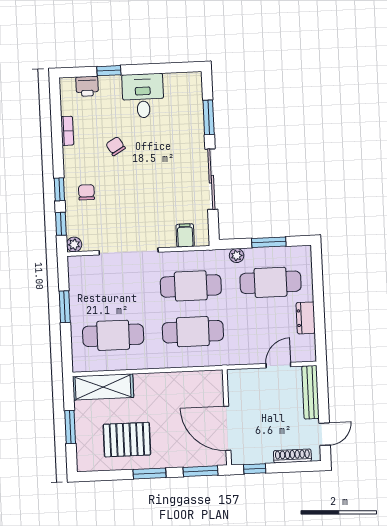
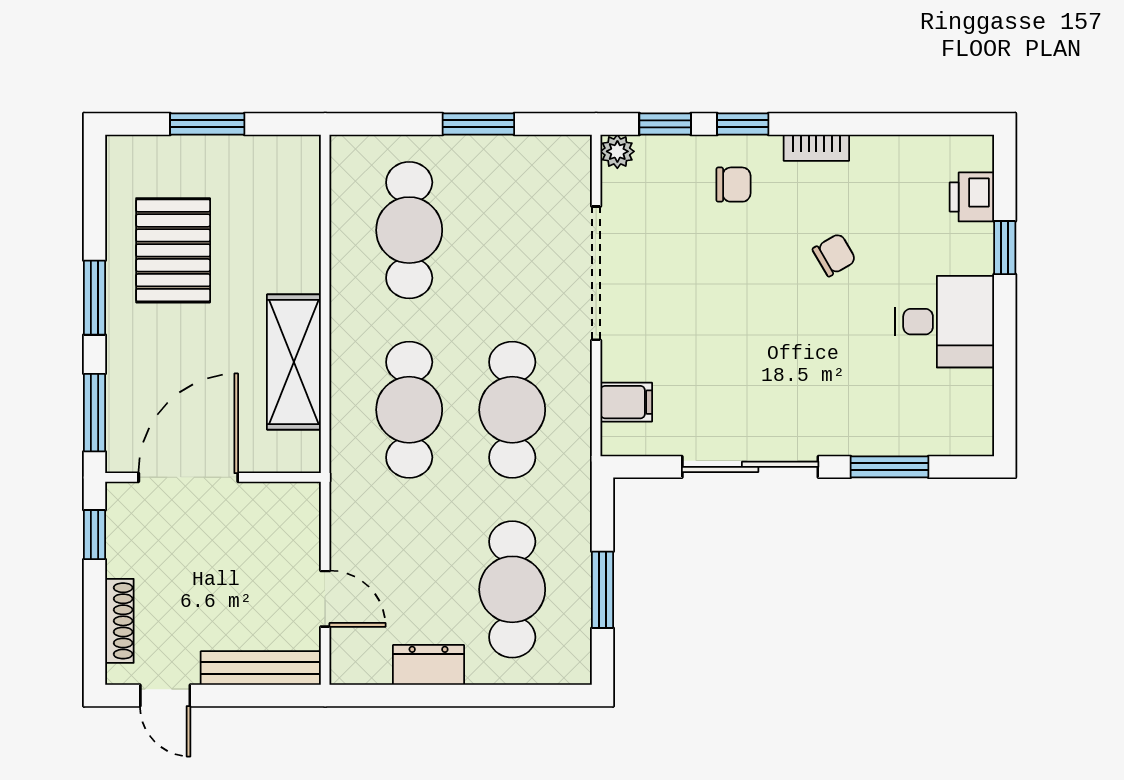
bookcase: (67, 131) -> (816, 148), moved
plant: (237, 256) -> (576, 516), removed
shelving: (103, 387) -> (294, 362), moved

